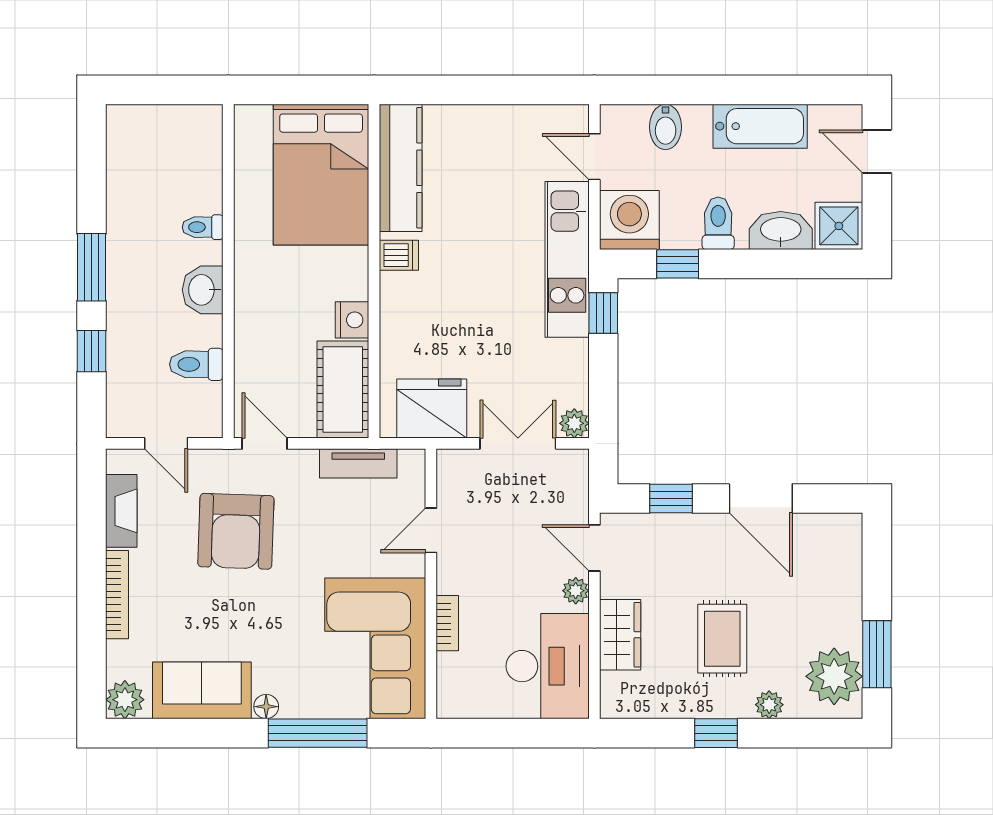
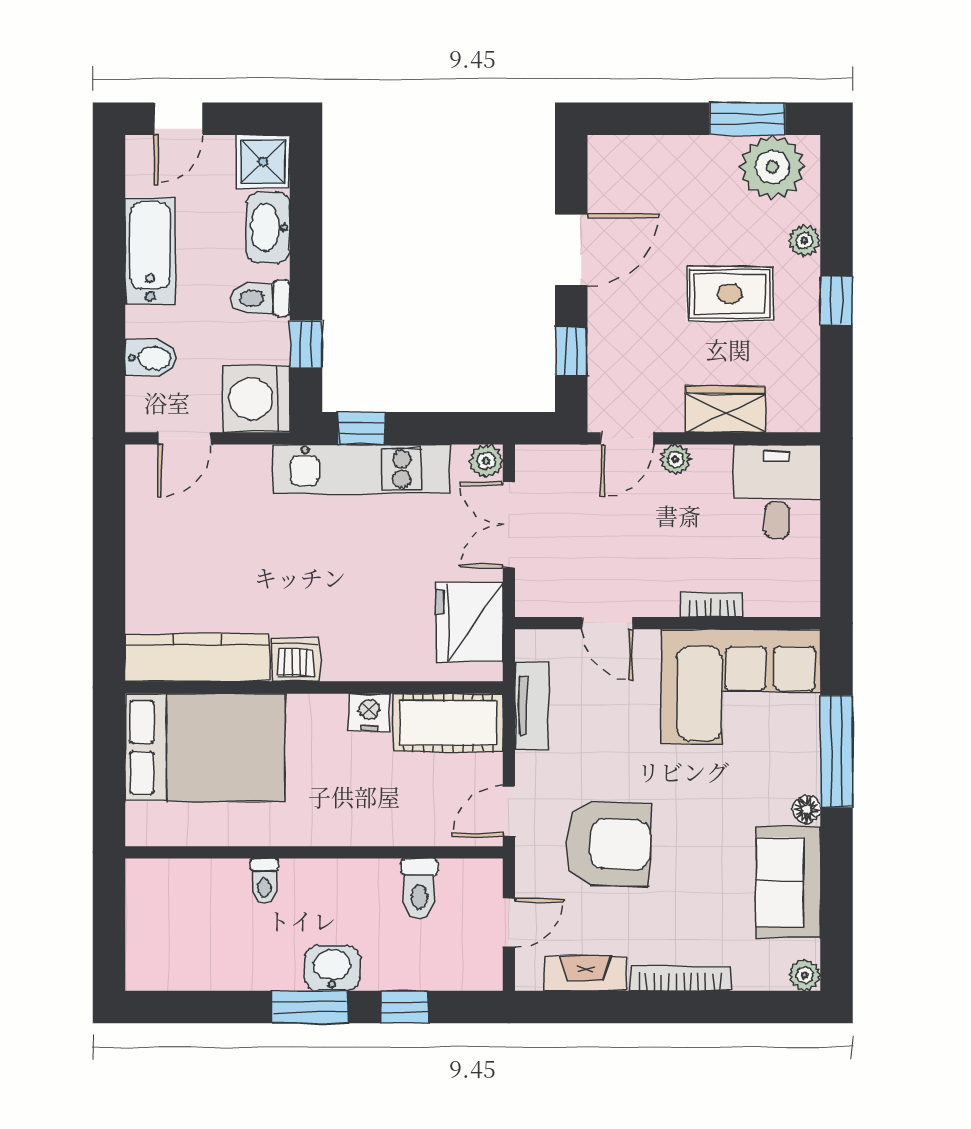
dishwasher: (399, 255) -> (296, 659), width x1.38
kitchen unit: (567, 259) -> (361, 469), moved
washbasin: (203, 290) -> (332, 968), moved, turned 180
desk: (548, 666) -> (777, 491), width x0.73
plant: (125, 700) -> (805, 975), width x0.73, depth x0.73

